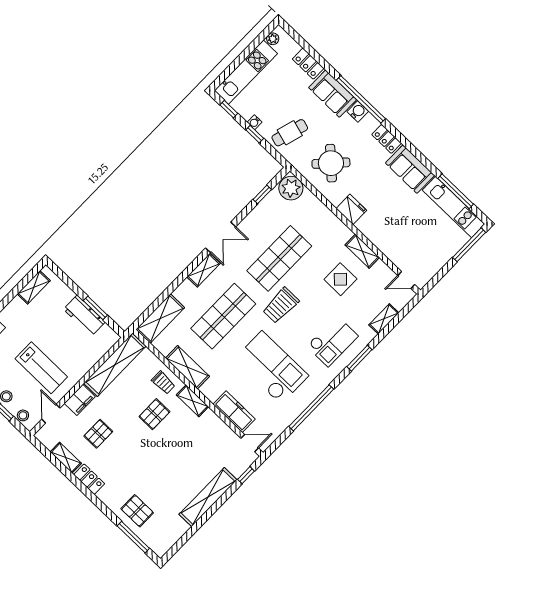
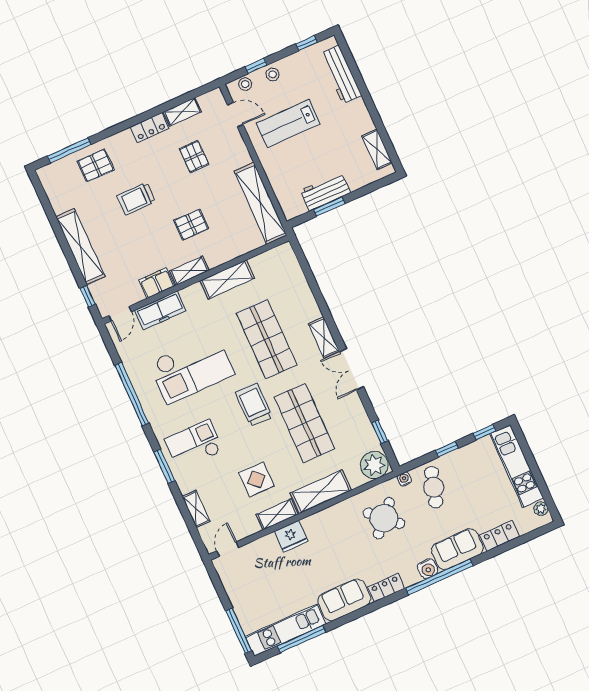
water cooler: (255, 122) -> (404, 479), moved
fridge: (351, 209) -> (291, 536), moved
shelving: (160, 318) -> (321, 492), moved, turned 90
checkout: (332, 341) -> (194, 445), turned 90
trolley: (163, 383) -> (136, 199), moved, width x1.36, depth x1.39
filing cabinet: (80, 400) -> (157, 283), moved, turned 90
pallet: (154, 414) -> (191, 225), turned 90

